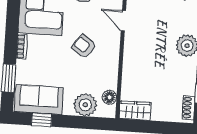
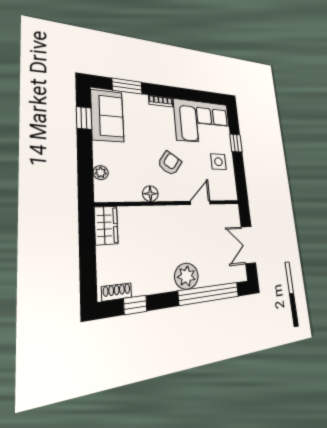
floor lamp: (109, 97) -> (150, 194), moved
plant: (85, 105) -> (101, 173), width x0.53, depth x0.53

